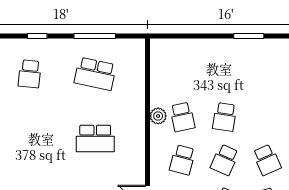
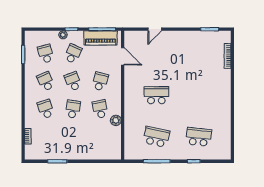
school desk: (30, 74) -> (199, 137), width x1.85
plant: (158, 116) -> (116, 120), moved
school desk: (267, 117) -> (46, 109), added
school desk: (225, 160) -> (73, 81), turned -45

